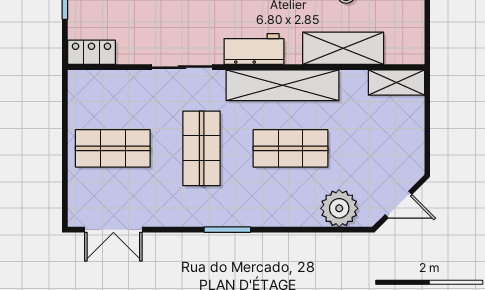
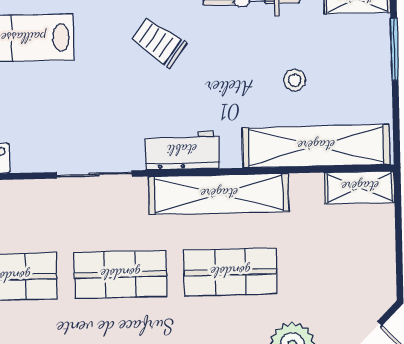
shelving: (343, 48) -> (316, 146), width x1.47
shop shelf: (202, 148) -> (120, 274), turned 90

